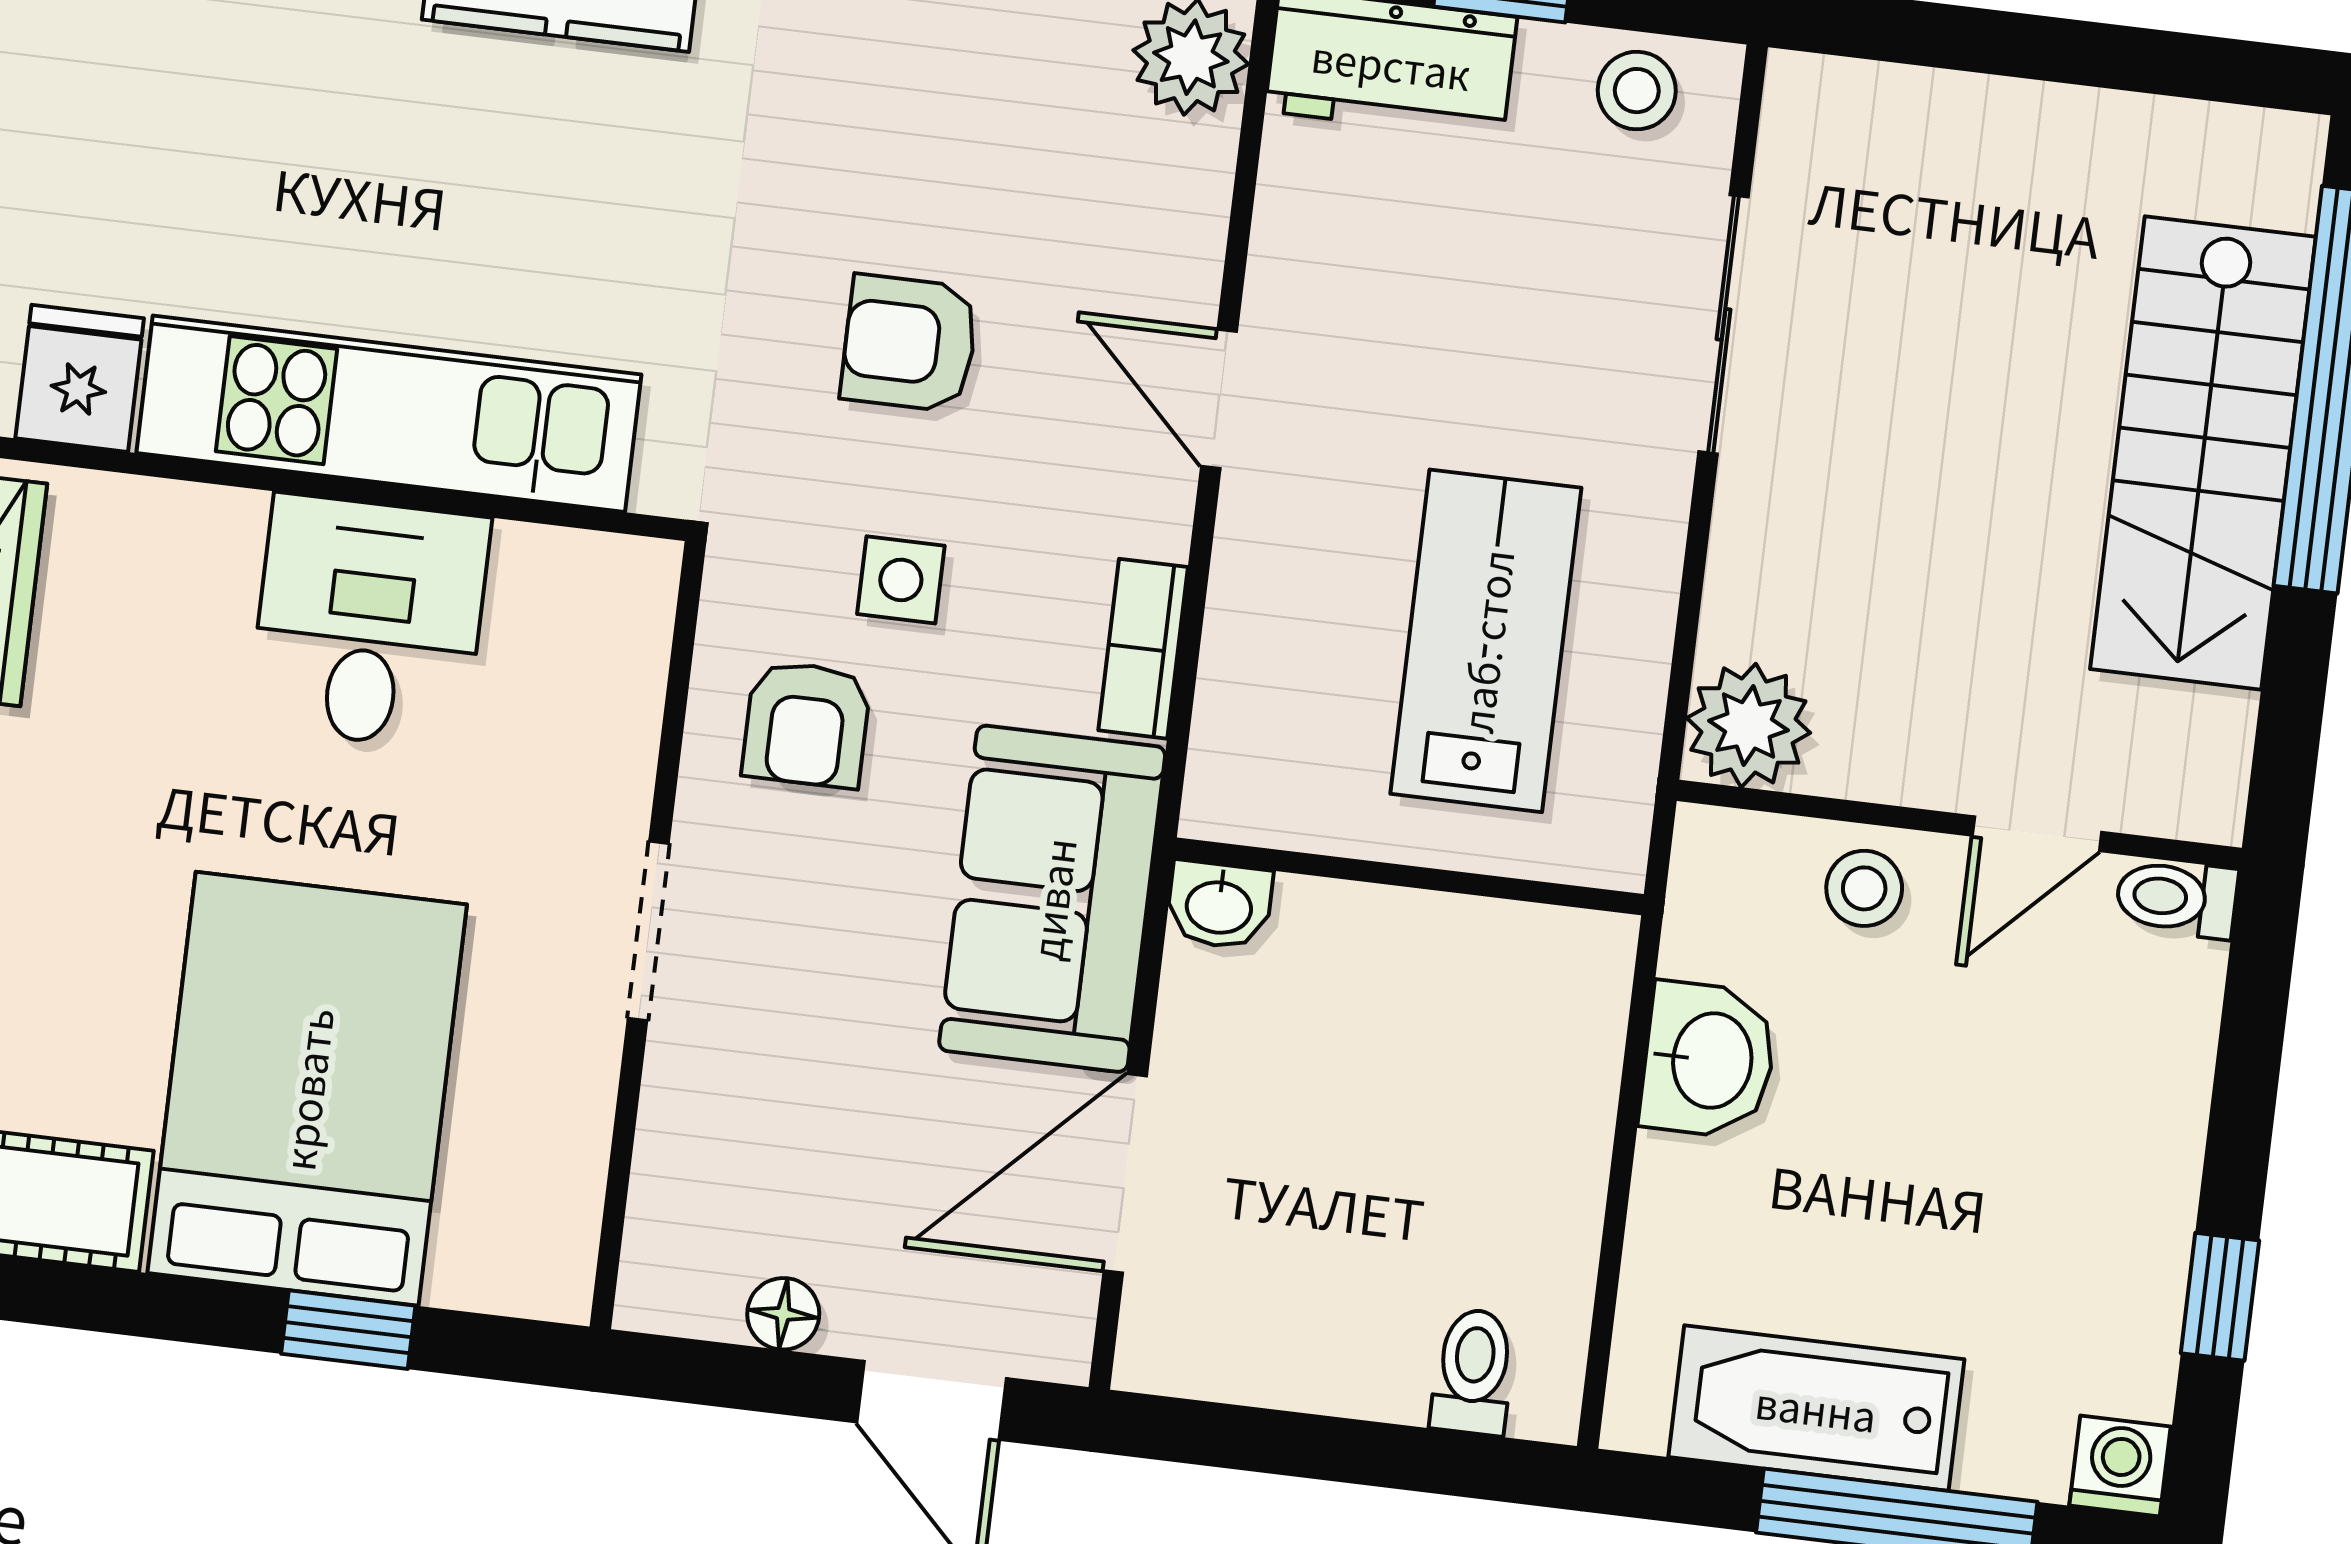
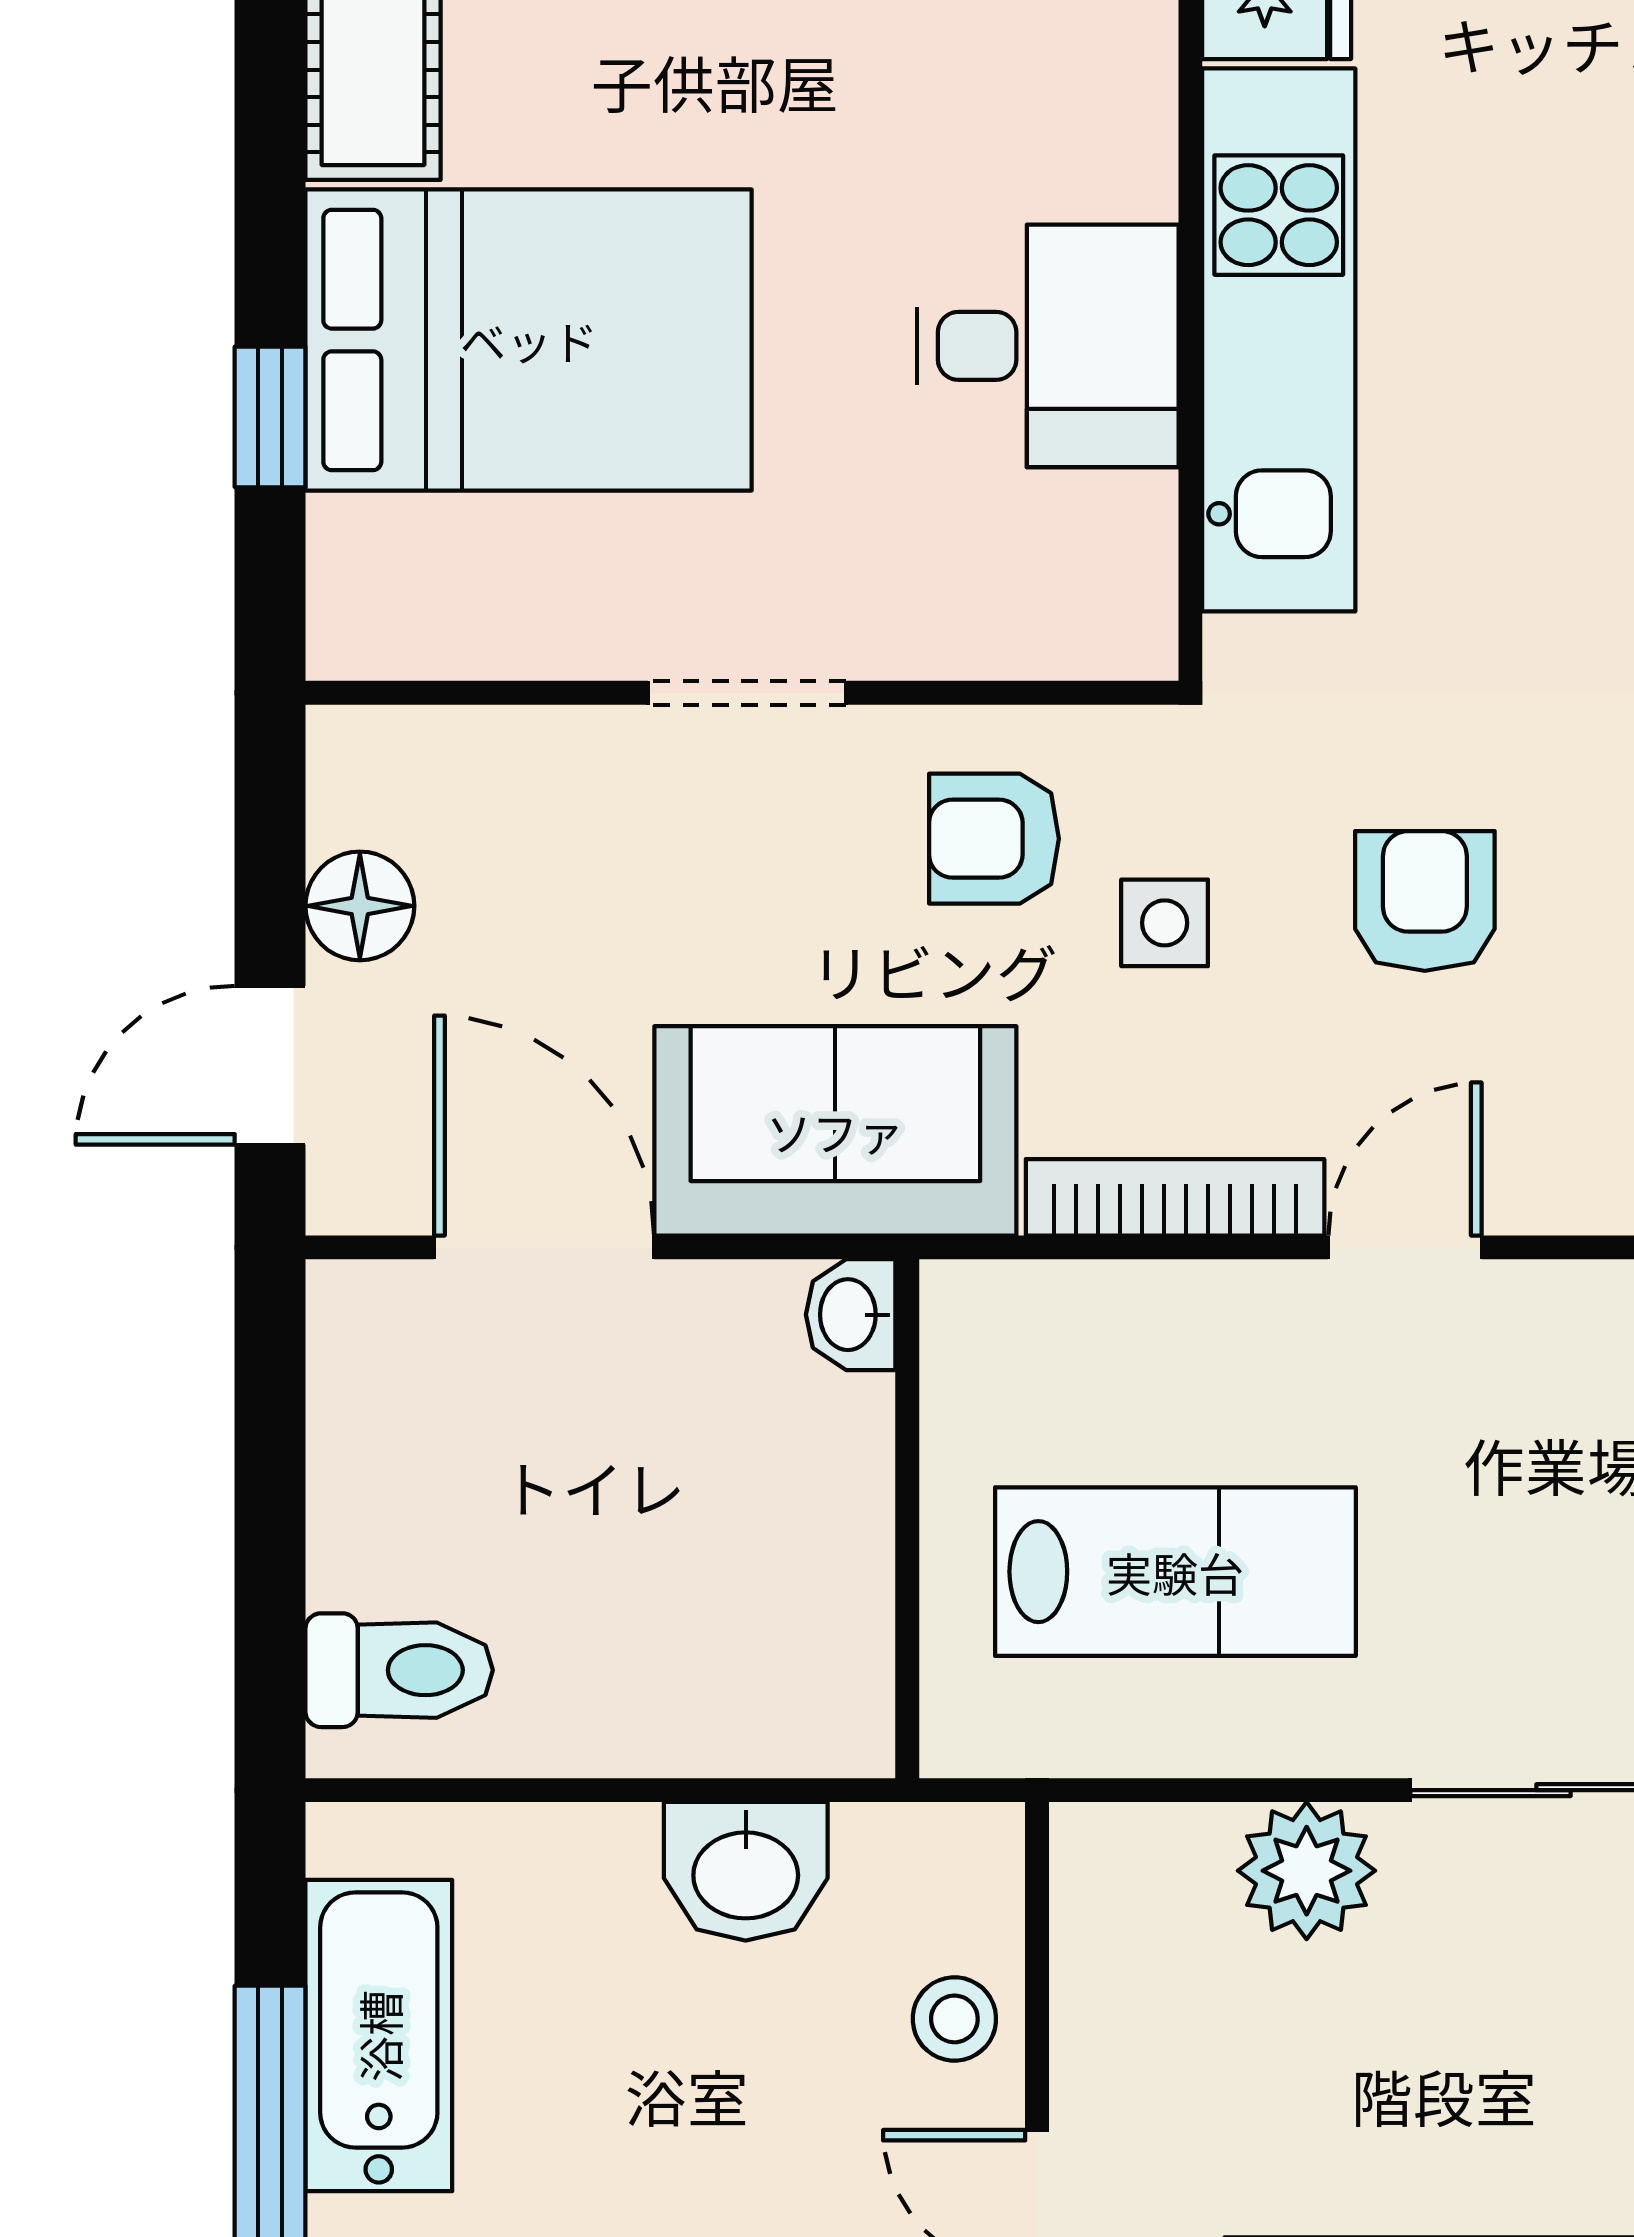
bookcase: (1143, 649) -> (1175, 1197), width x1.56
plant: (1748, 725) -> (1307, 1871), moved
floor lamp: (783, 1314) -> (360, 906), width x1.37, depth x1.37
toilet: (1473, 1372) -> (399, 1670), width x1.37, depth x1.39

